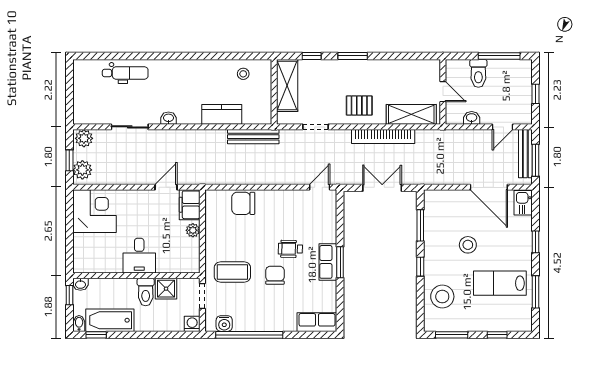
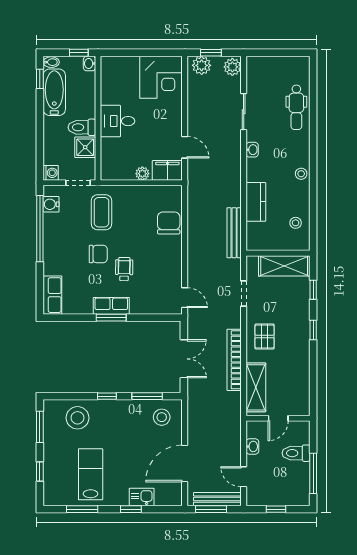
window: (353, 56) -> (313, 330), width x0.67
stool: (193, 68) -> (301, 174), added
kitchen sink: (523, 203) -> (142, 497), moved
stool: (468, 245) -> (162, 417), moved

